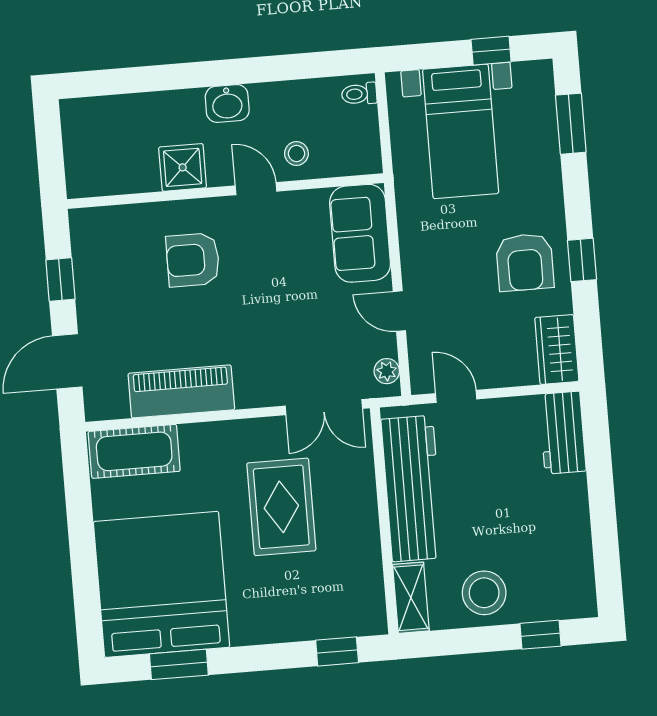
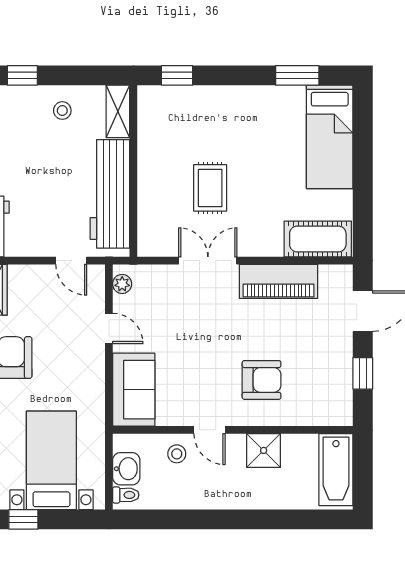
washbasin: (227, 104) -> (126, 469), moved, turned 90
bathtub: (85, 150) -> (336, 470), added
double door: (324, 407) -> (208, 261), moved
rug: (281, 507) -> (210, 188), width x0.73, depth x0.70
bed: (162, 584) -> (330, 137), width x0.49
stool: (484, 593) -> (62, 111), width x0.53, depth x0.53

